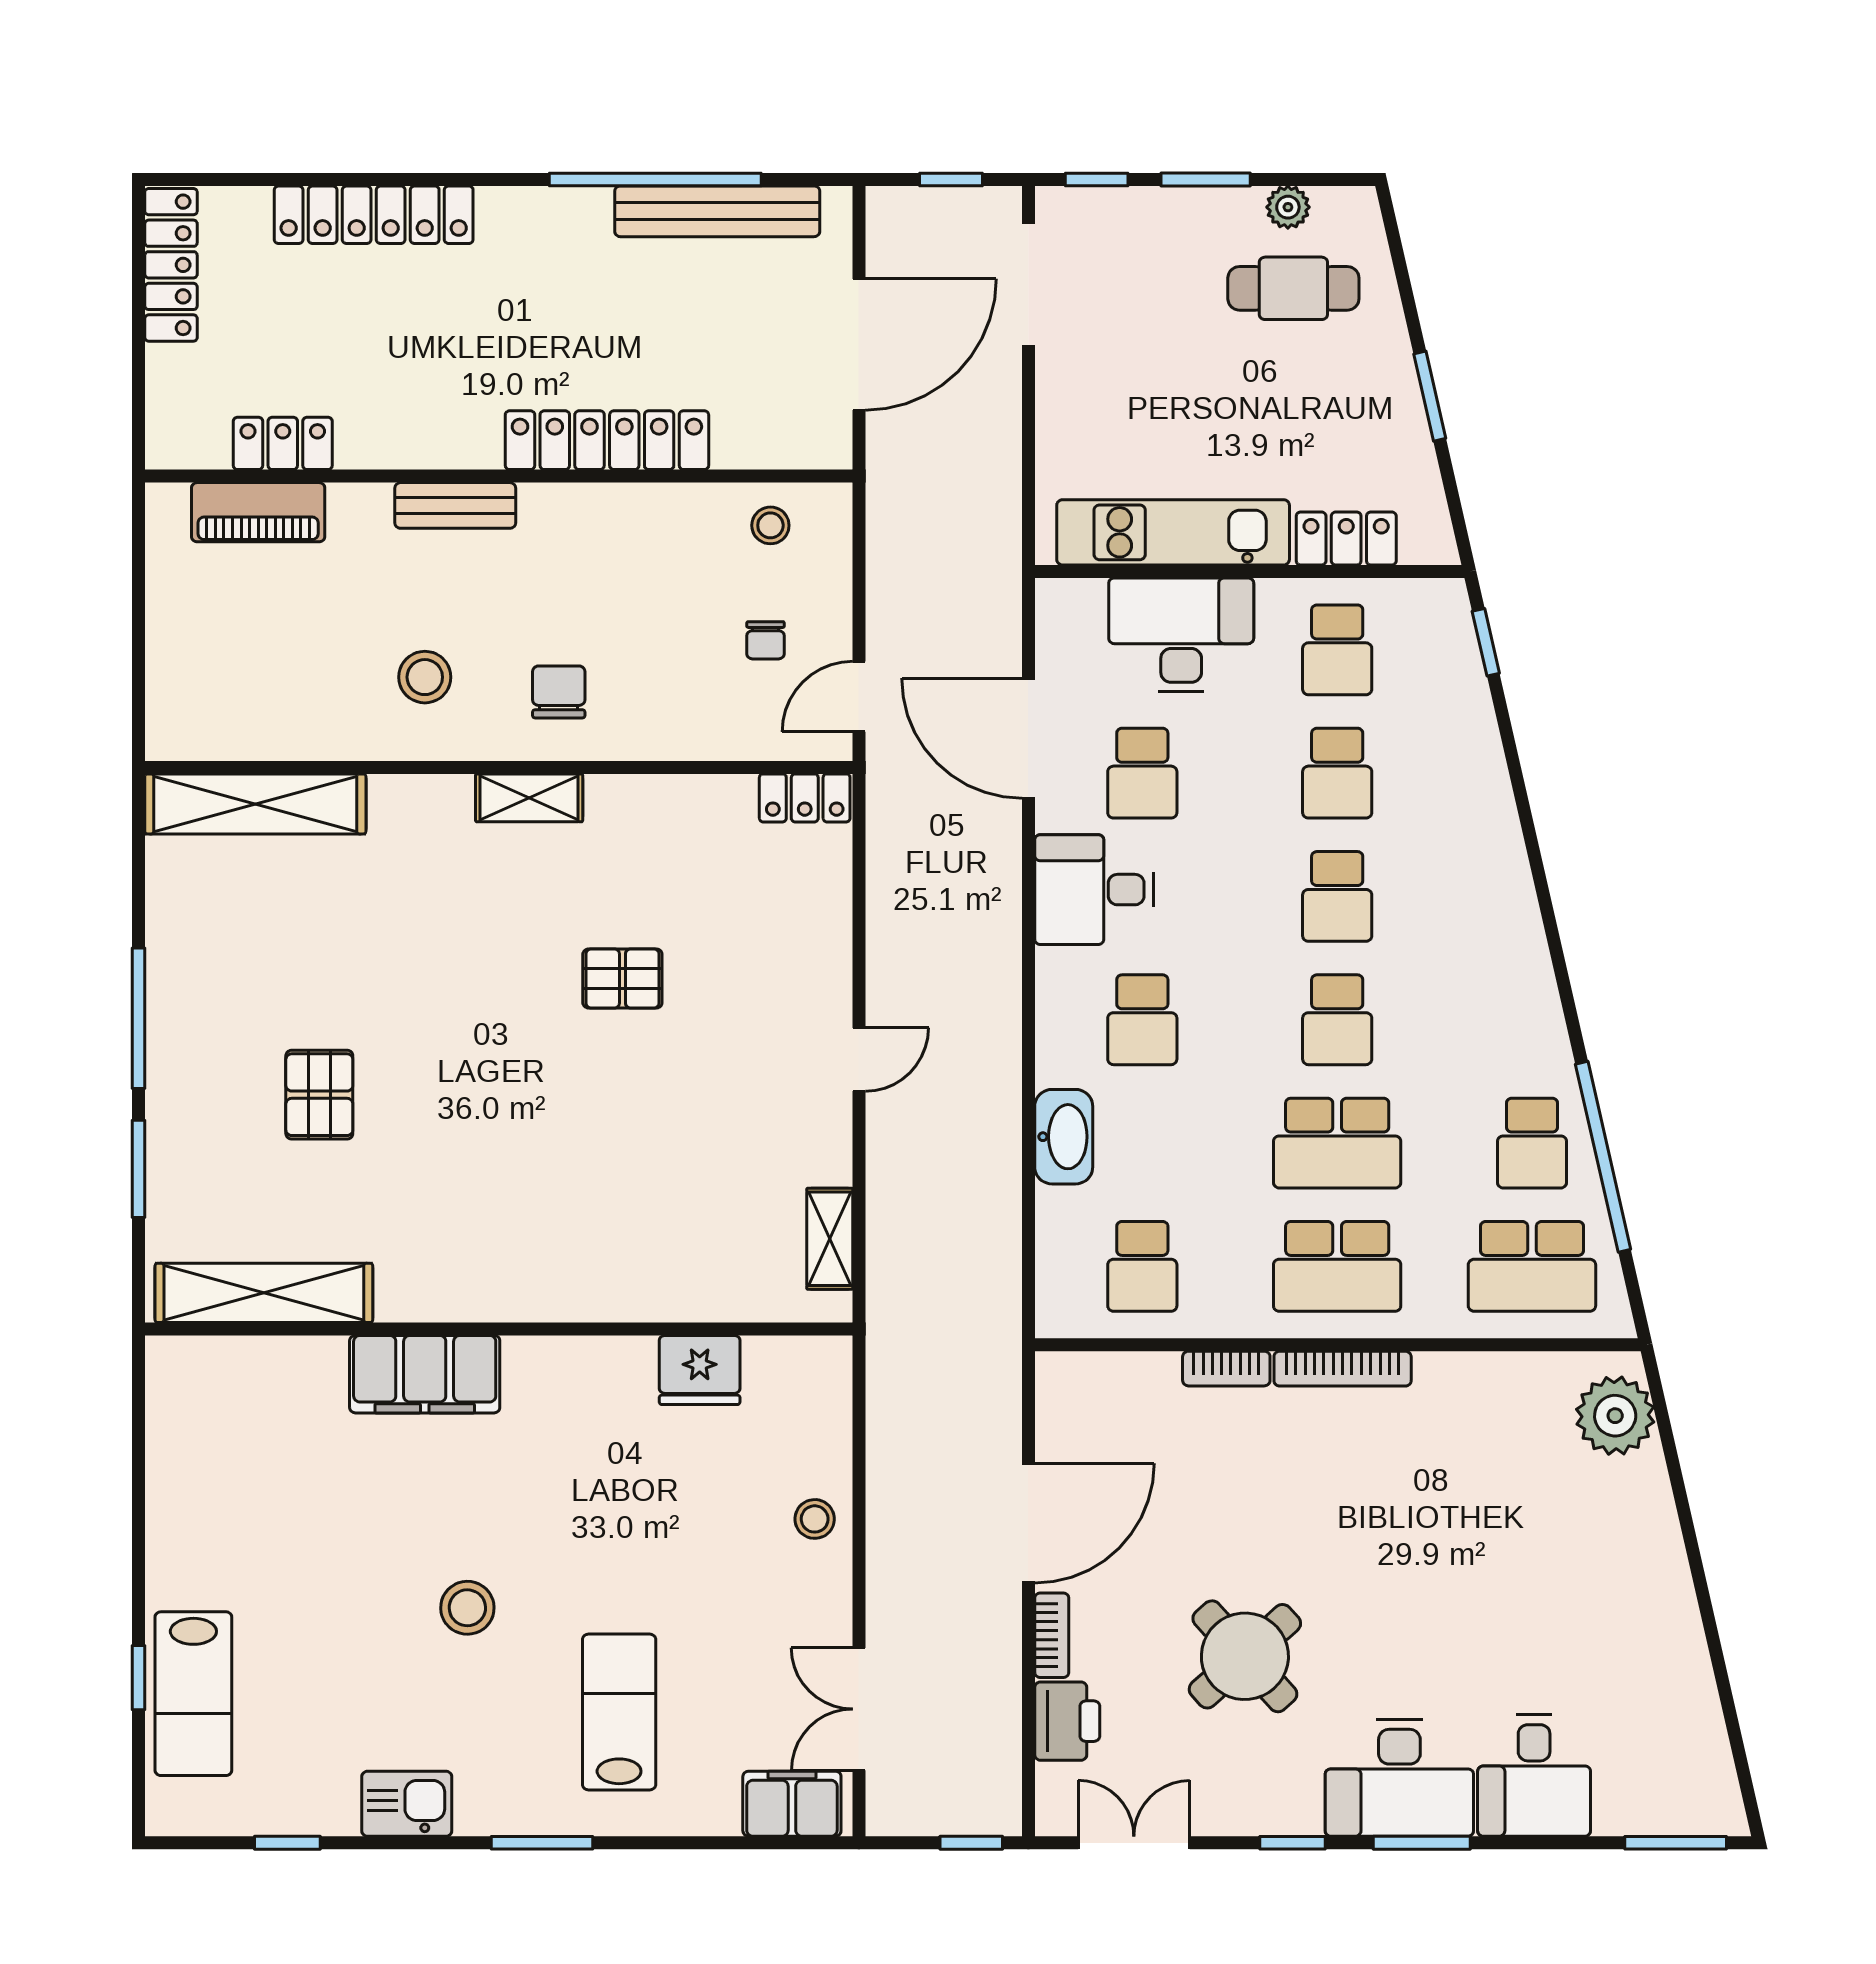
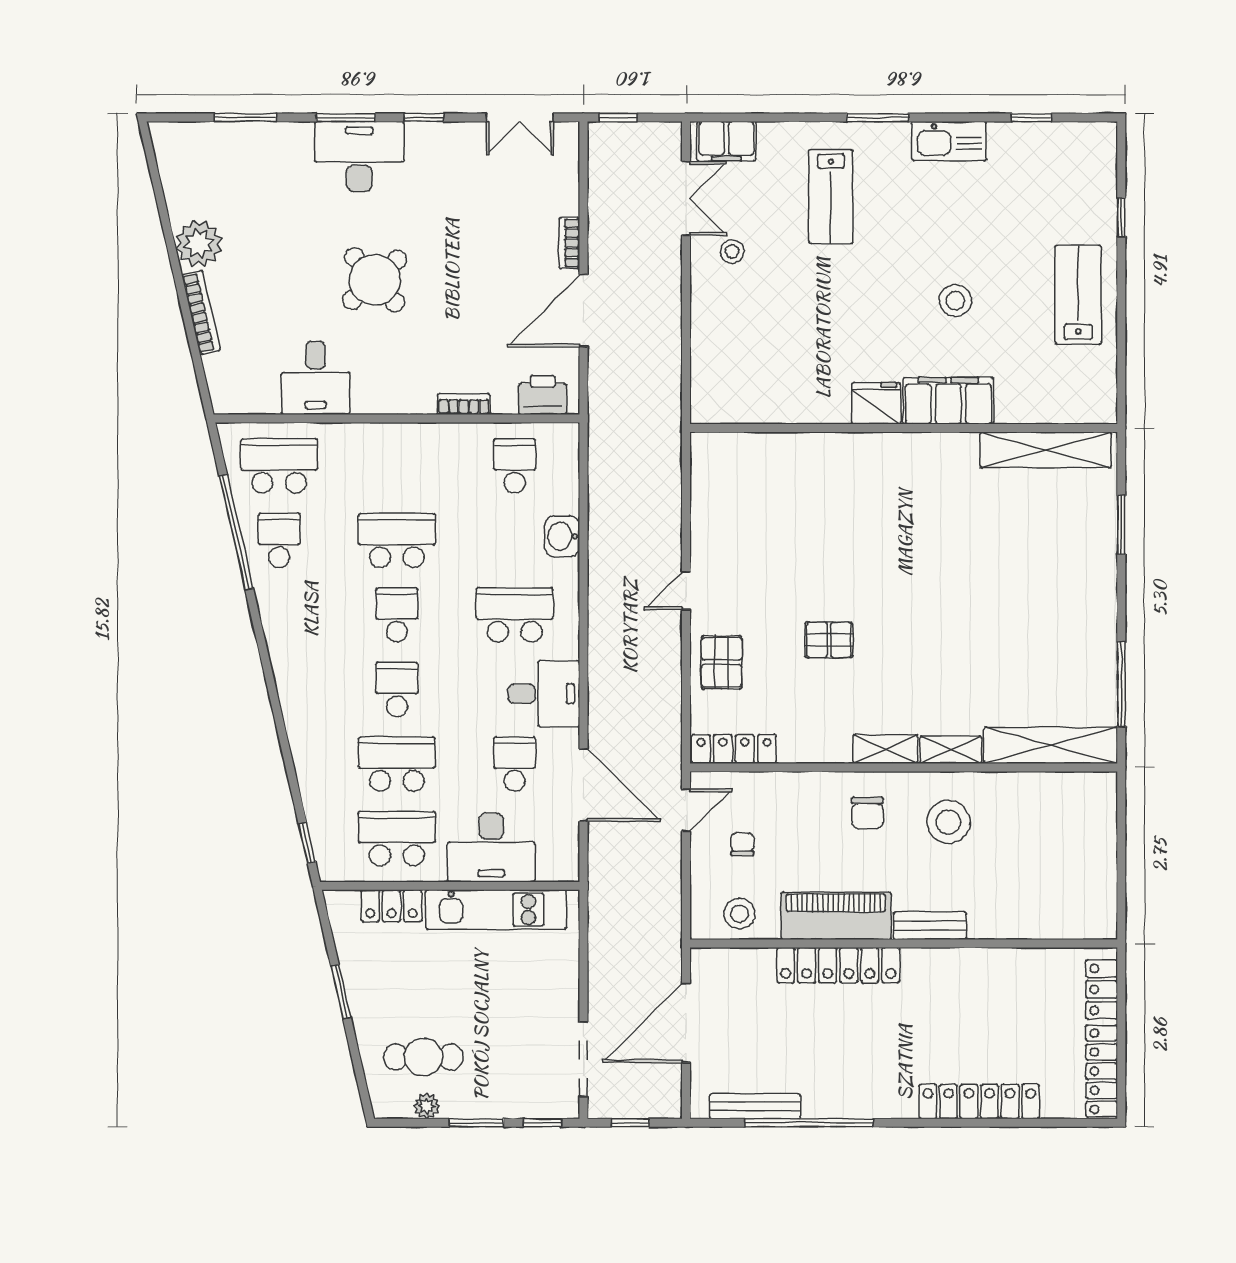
bench: (717, 211) -> (755, 1106), width x0.73, depth x0.82
locker: (283, 443) -> (1102, 989), moved, turned 90
piano: (258, 512) -> (836, 916), moved, width x1.37, depth x1.33
stool: (770, 525) -> (739, 914), width x1.37, depth x1.37
school desk: (1337, 650) -> (397, 838), width x1.85
stool: (425, 677) -> (948, 822), width x1.38, depth x1.38
school desk: (1337, 773) -> (397, 764), width x1.85
locker: (805, 798) -> (734, 749), width x1.53
window: (139, 1018) -> (1121, 684), moved
school desk: (1142, 1020) -> (515, 615), width x1.85
pallet: (319, 1095) -> (722, 662), moved
washbasin: (1064, 1137) -> (562, 536), width x0.72
shelving: (830, 1239) -> (951, 750), moved, turned 90
school desk: (1337, 1266) -> (397, 466), removed
bookcase: (1343, 1369) -> (201, 313), moved, turned 77
fridge: (700, 1370) -> (876, 403), moved
plant: (1615, 1416) -> (199, 244), moved
stool: (815, 1519) -> (732, 251), moved
stool: (467, 1608) -> (955, 301), moved
round table: (1245, 1656) -> (375, 280), moved
lab bench: (193, 1694) -> (1078, 295), moved
printer: (1067, 1721) -> (543, 395), moved, turned 90
desk: (1534, 1776) -> (316, 378), moved, turned 180
kitchen sink: (407, 1804) -> (949, 141), width x1.38
window: (1676, 1843) -> (245, 118), moved

